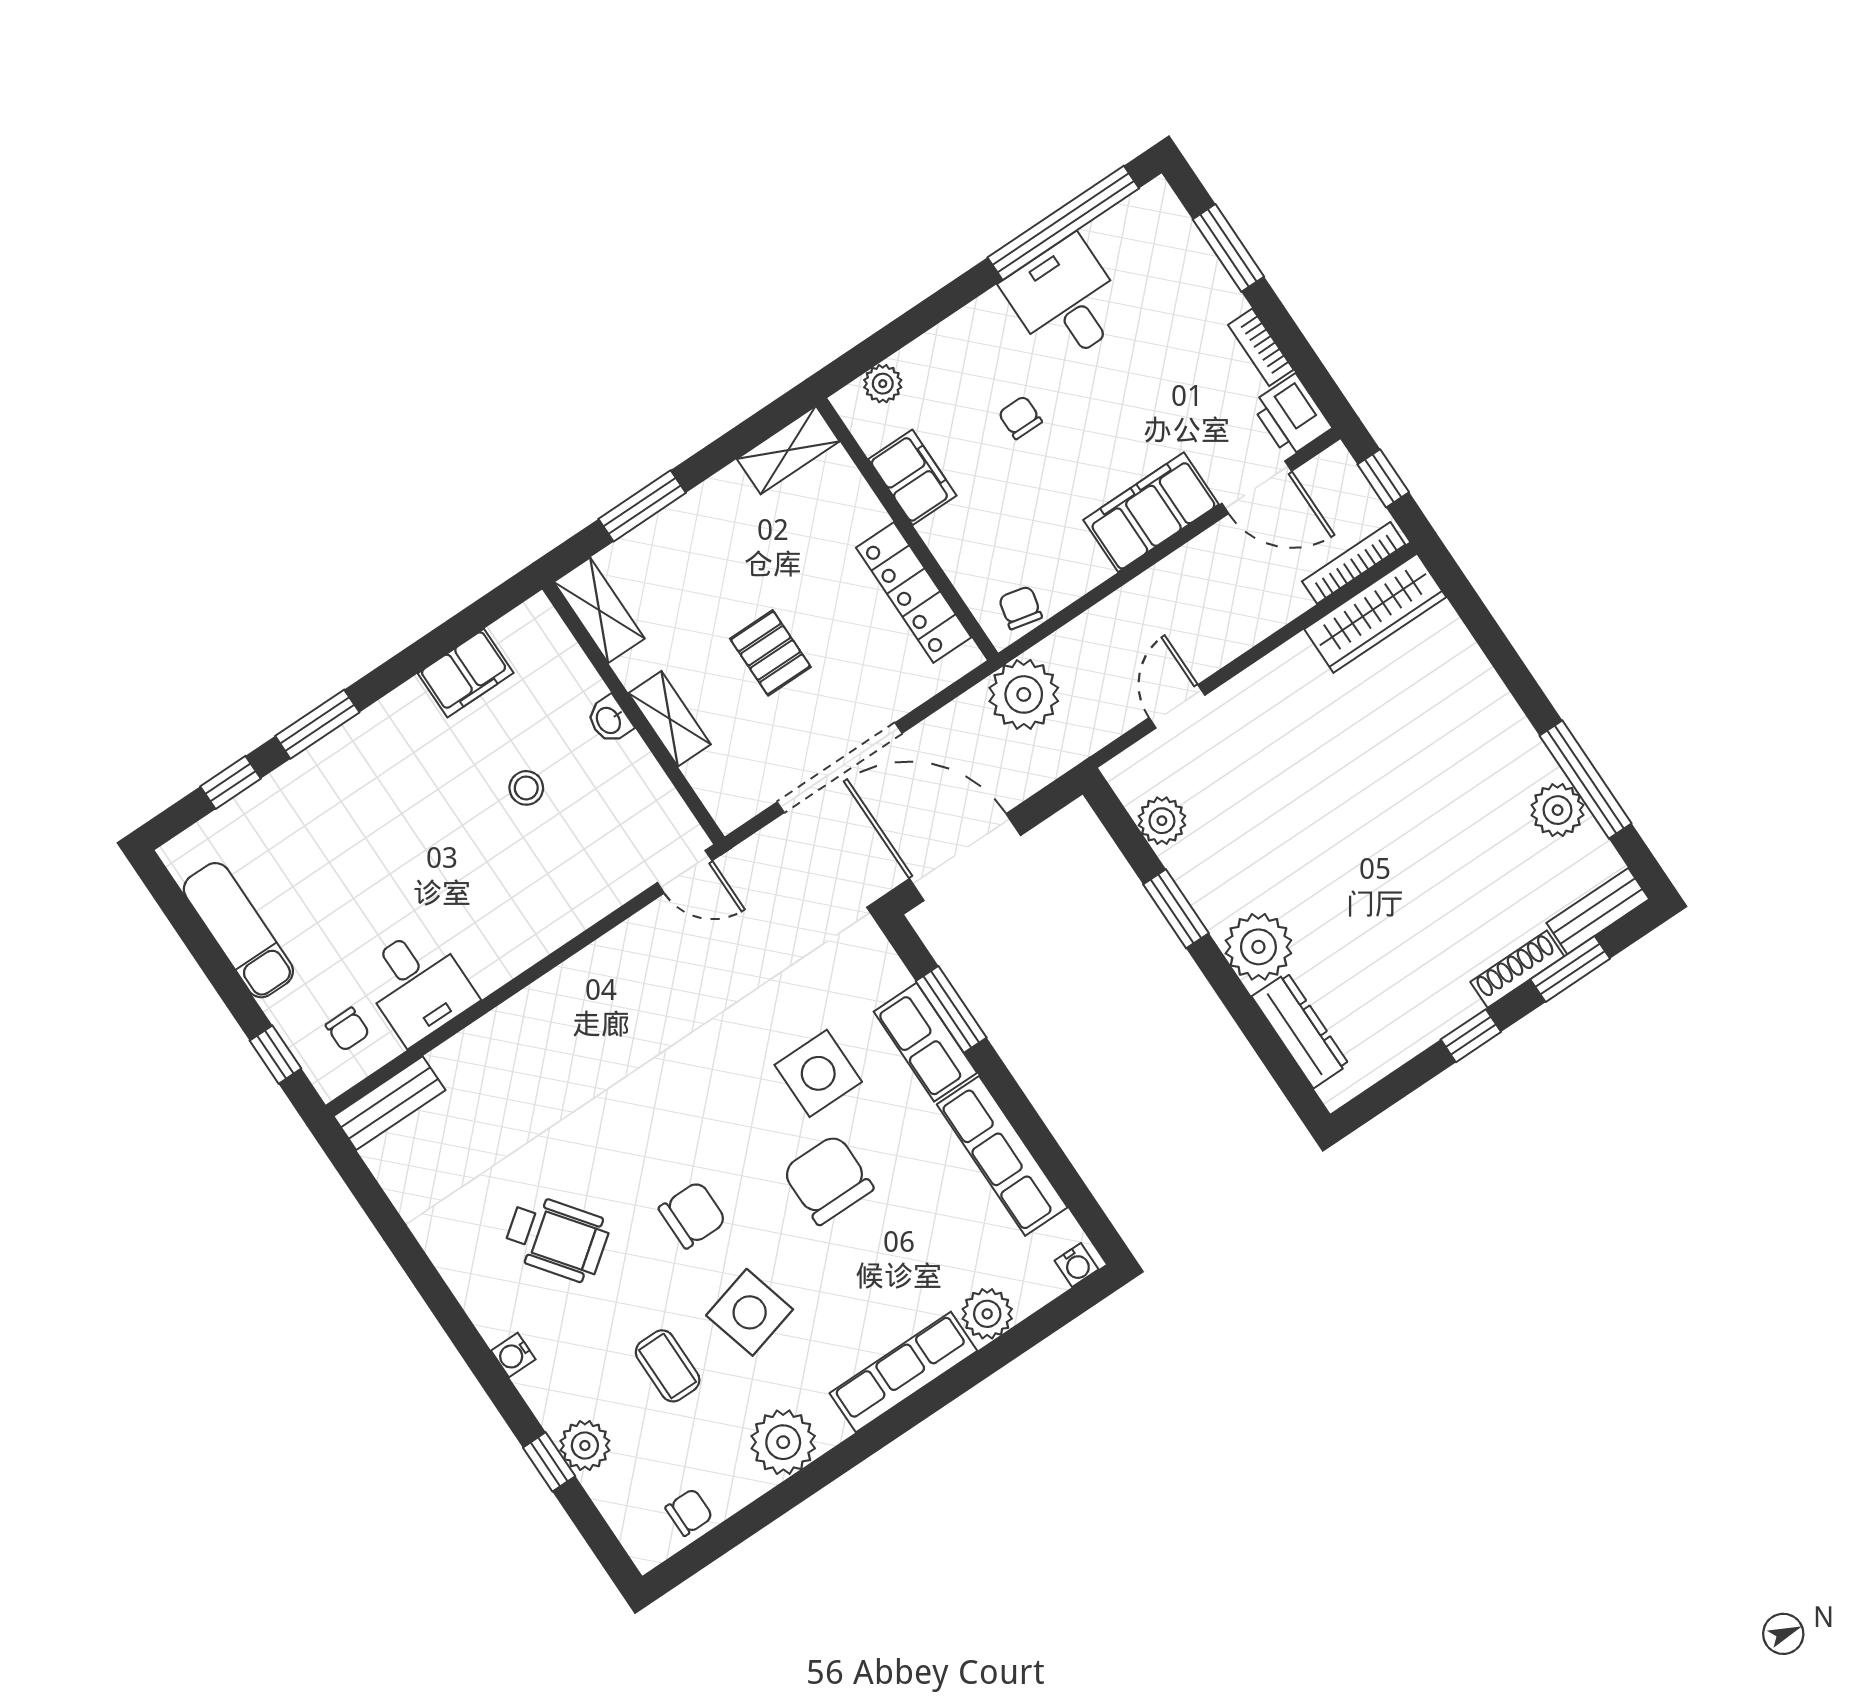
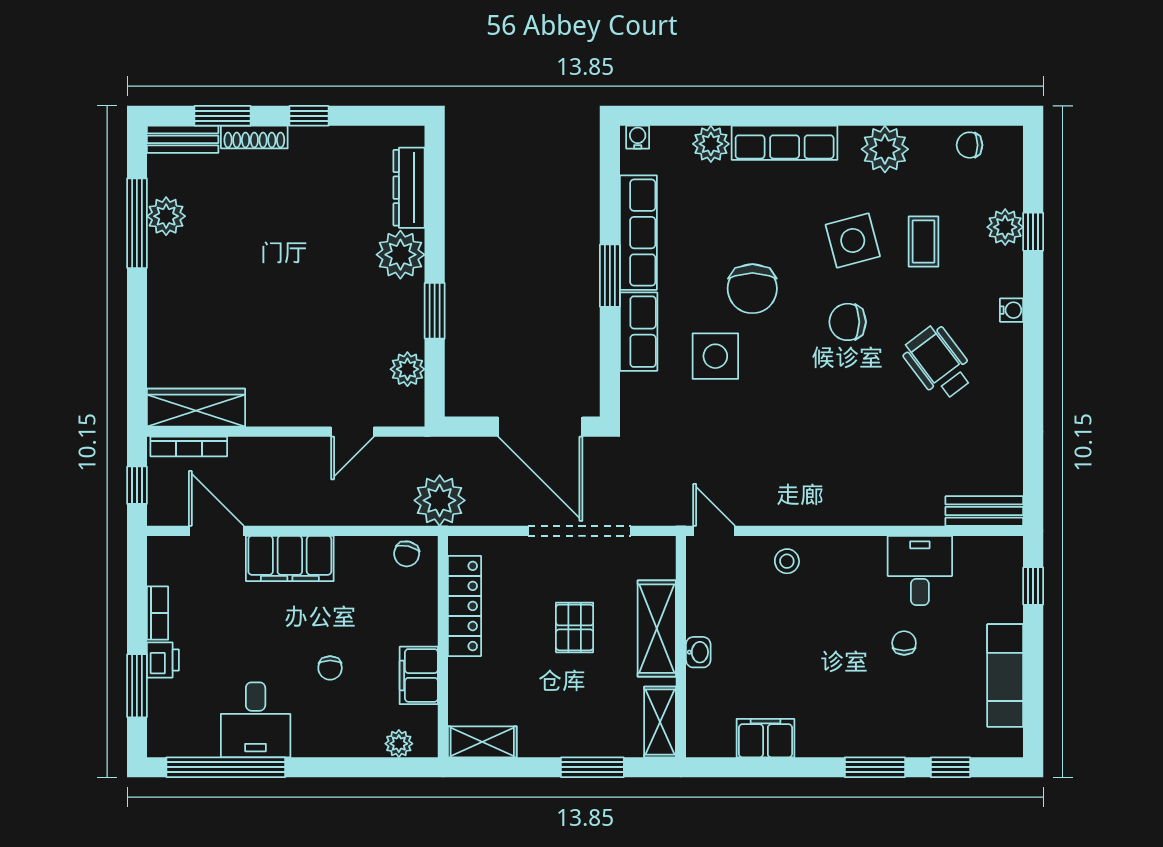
printer: (1291, 416) -> (163, 660), moved, width x0.73, depth x0.81
shelving: (670, 719) -> (657, 629), width x1.50, depth x1.33
stool: (526, 788) -> (787, 561), moved
window: (951, 1009) -> (610, 276), moved
chair: (348, 1029) -> (904, 643), moved

